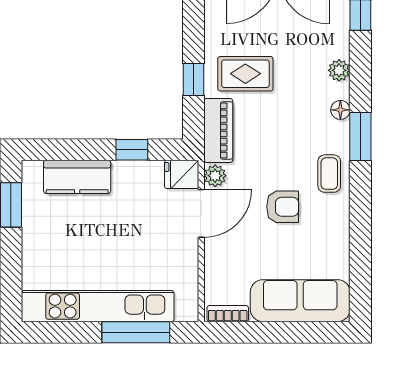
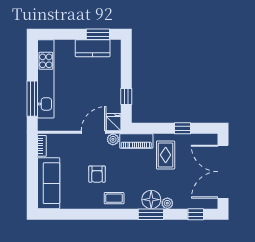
window: (194, 79) -> (182, 128), moved
floor lamp: (340, 110) -> (151, 200), width x1.89, depth x1.89
window: (360, 137) -> (151, 214), moved
kitchen counter: (77, 177) -> (93, 48), moved, turned -90
door: (201, 213) -> (94, 132), swing flipped

